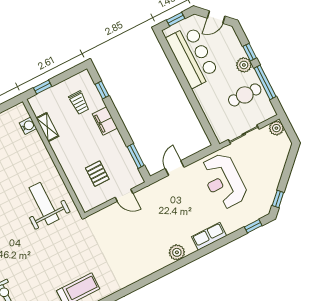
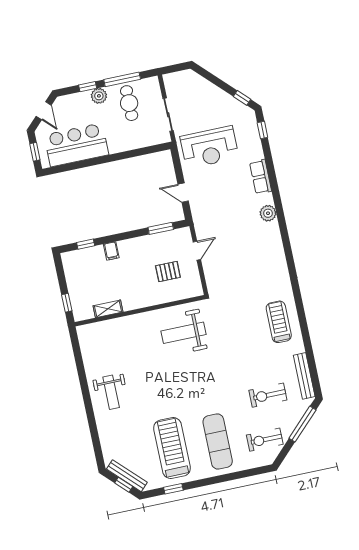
trolley: (79, 103) -> (92, 271), removed
filing cabinet: (105, 121) -> (111, 251), width x0.50
water cooler: (28, 126) -> (102, 328), removed
plant: (276, 128) -> (171, 80), removed

